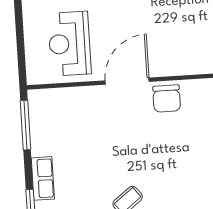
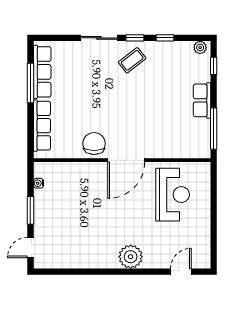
row of seats: (43, 178) -> (202, 100), moved

